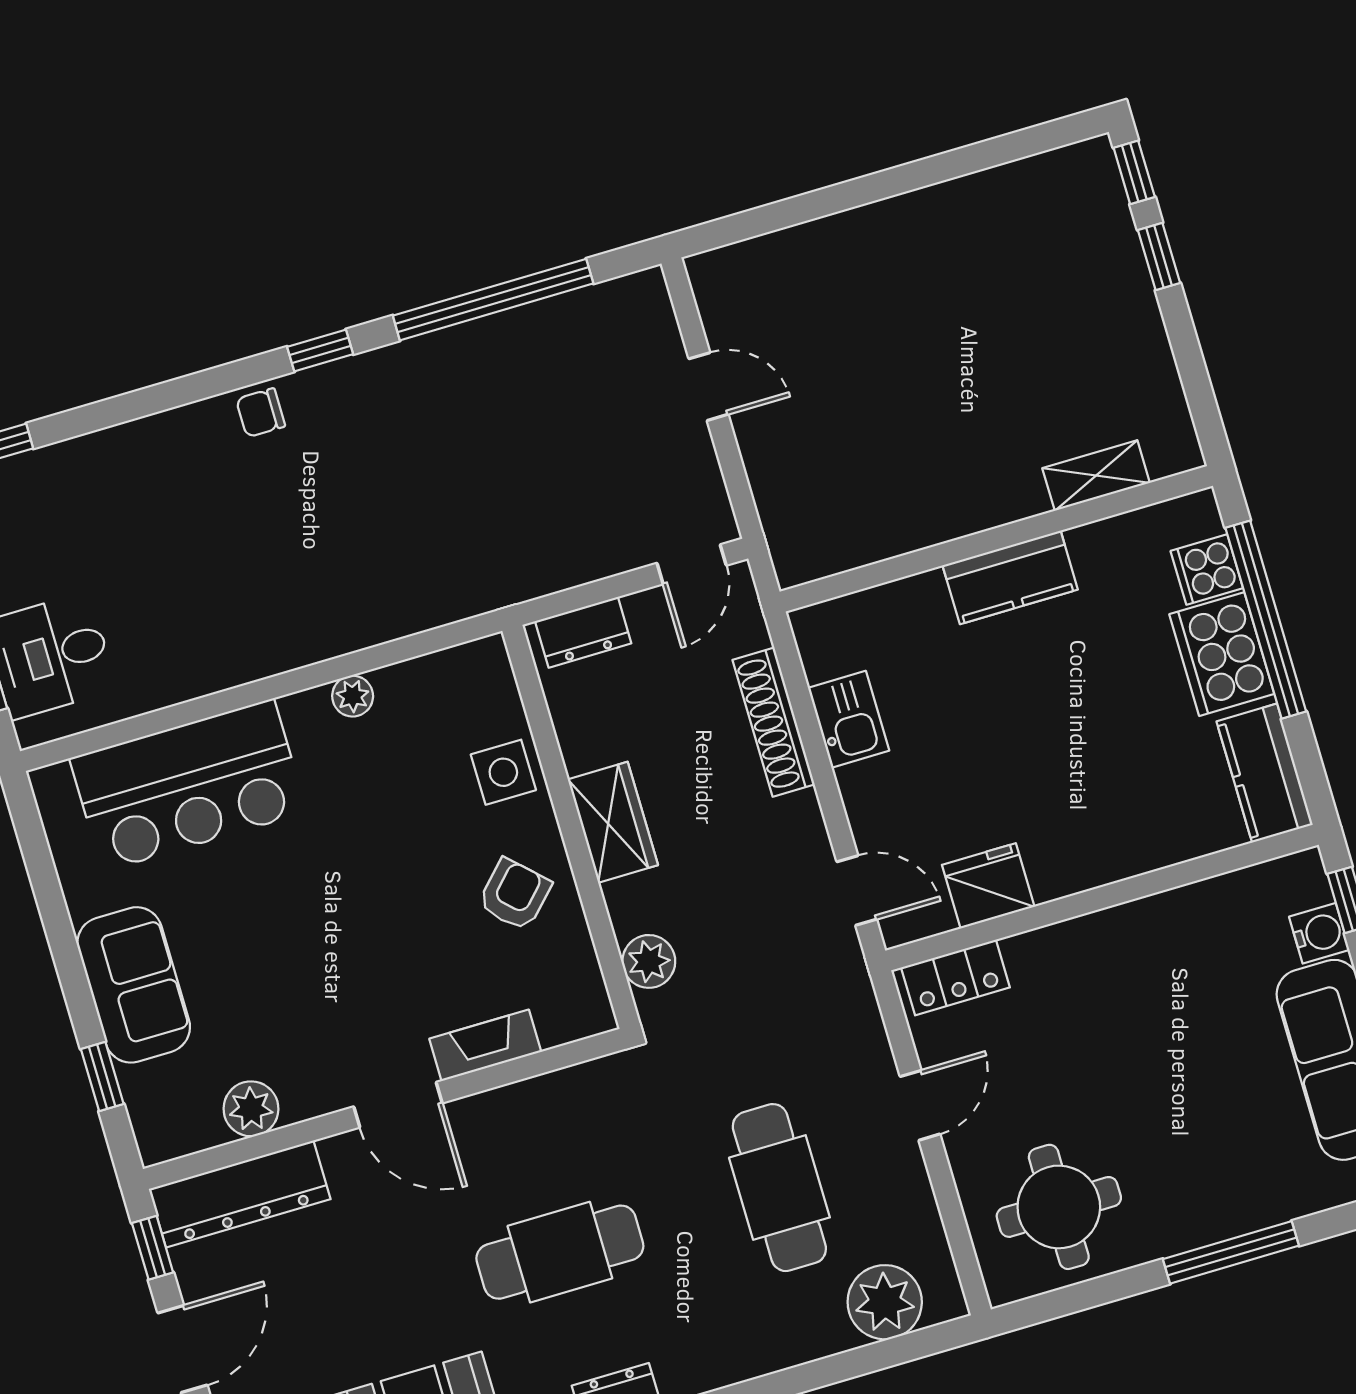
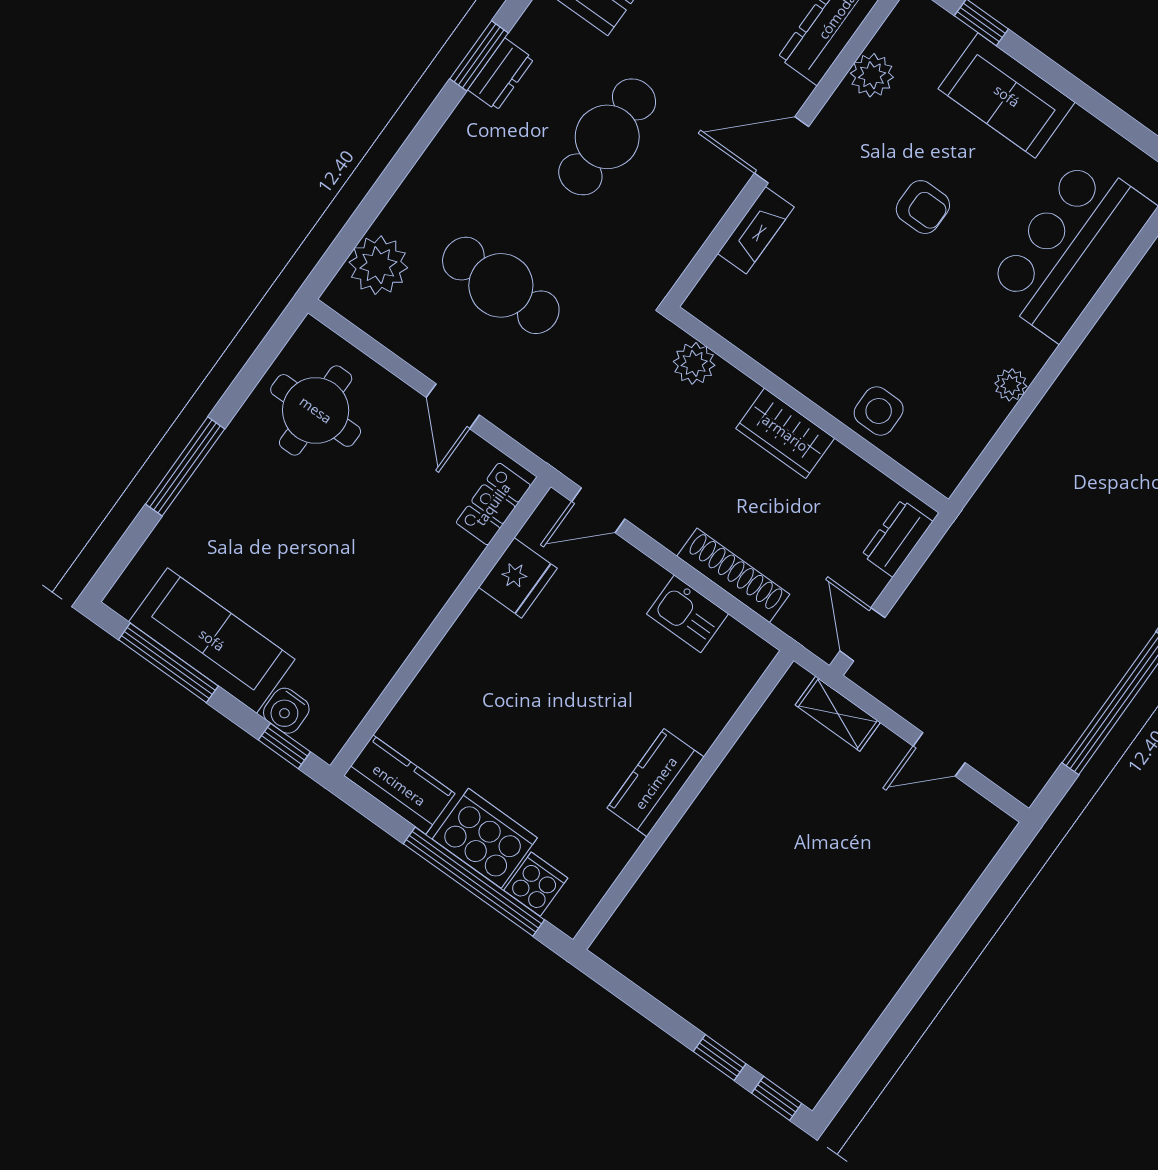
shelving: (1096, 475) -> (838, 714), moved, turned 90
armchair: (515, 894) -> (923, 207), moved, turned -44

